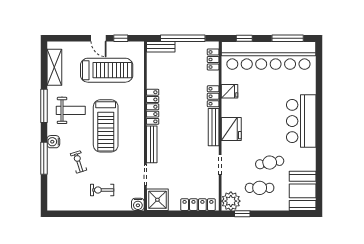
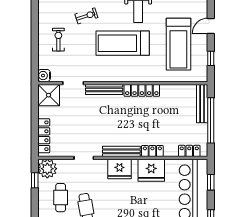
door: (99, 38) -> (211, 26), moved
bench: (161, 47) -> (202, 104), width x1.36
fridge: (230, 91) -> (151, 170), width x1.88, depth x1.34

